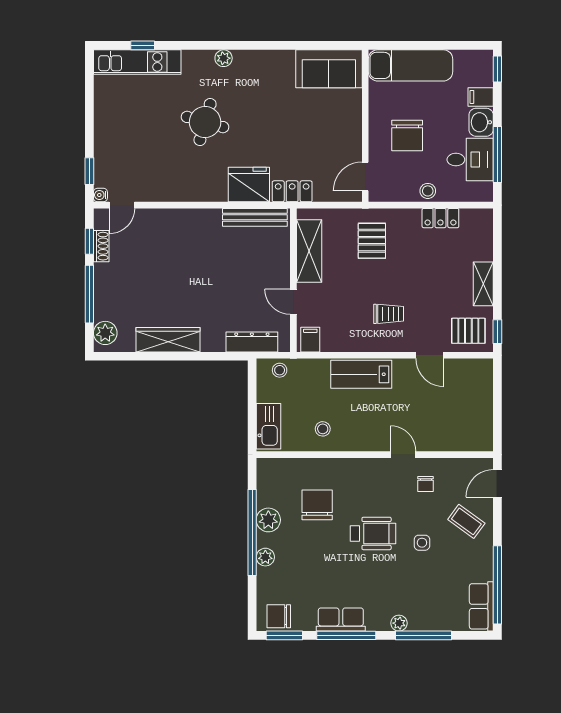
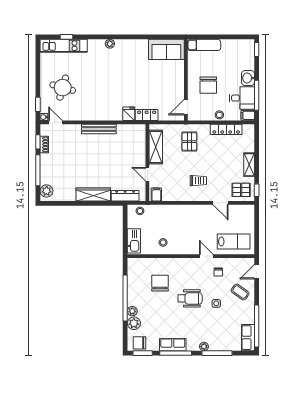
exam couch: (411, 65) -> (204, 45), width x0.73, depth x0.69
filing cabinet: (481, 97) -> (248, 115), moved
round table: (205, 122) -> (63, 88), moved
fridge: (249, 185) -> (129, 114), width x0.53, depth x0.75
door: (122, 205) -> (55, 122), swing flipped
bench: (255, 217) -> (99, 129), moved
locker: (440, 218) -> (226, 129), width x1.53
wardrobe: (168, 340) -> (93, 195), moved
lab bench: (361, 374) -> (234, 241), moved, turned 180
plant: (268, 520) -> (134, 323), moved

